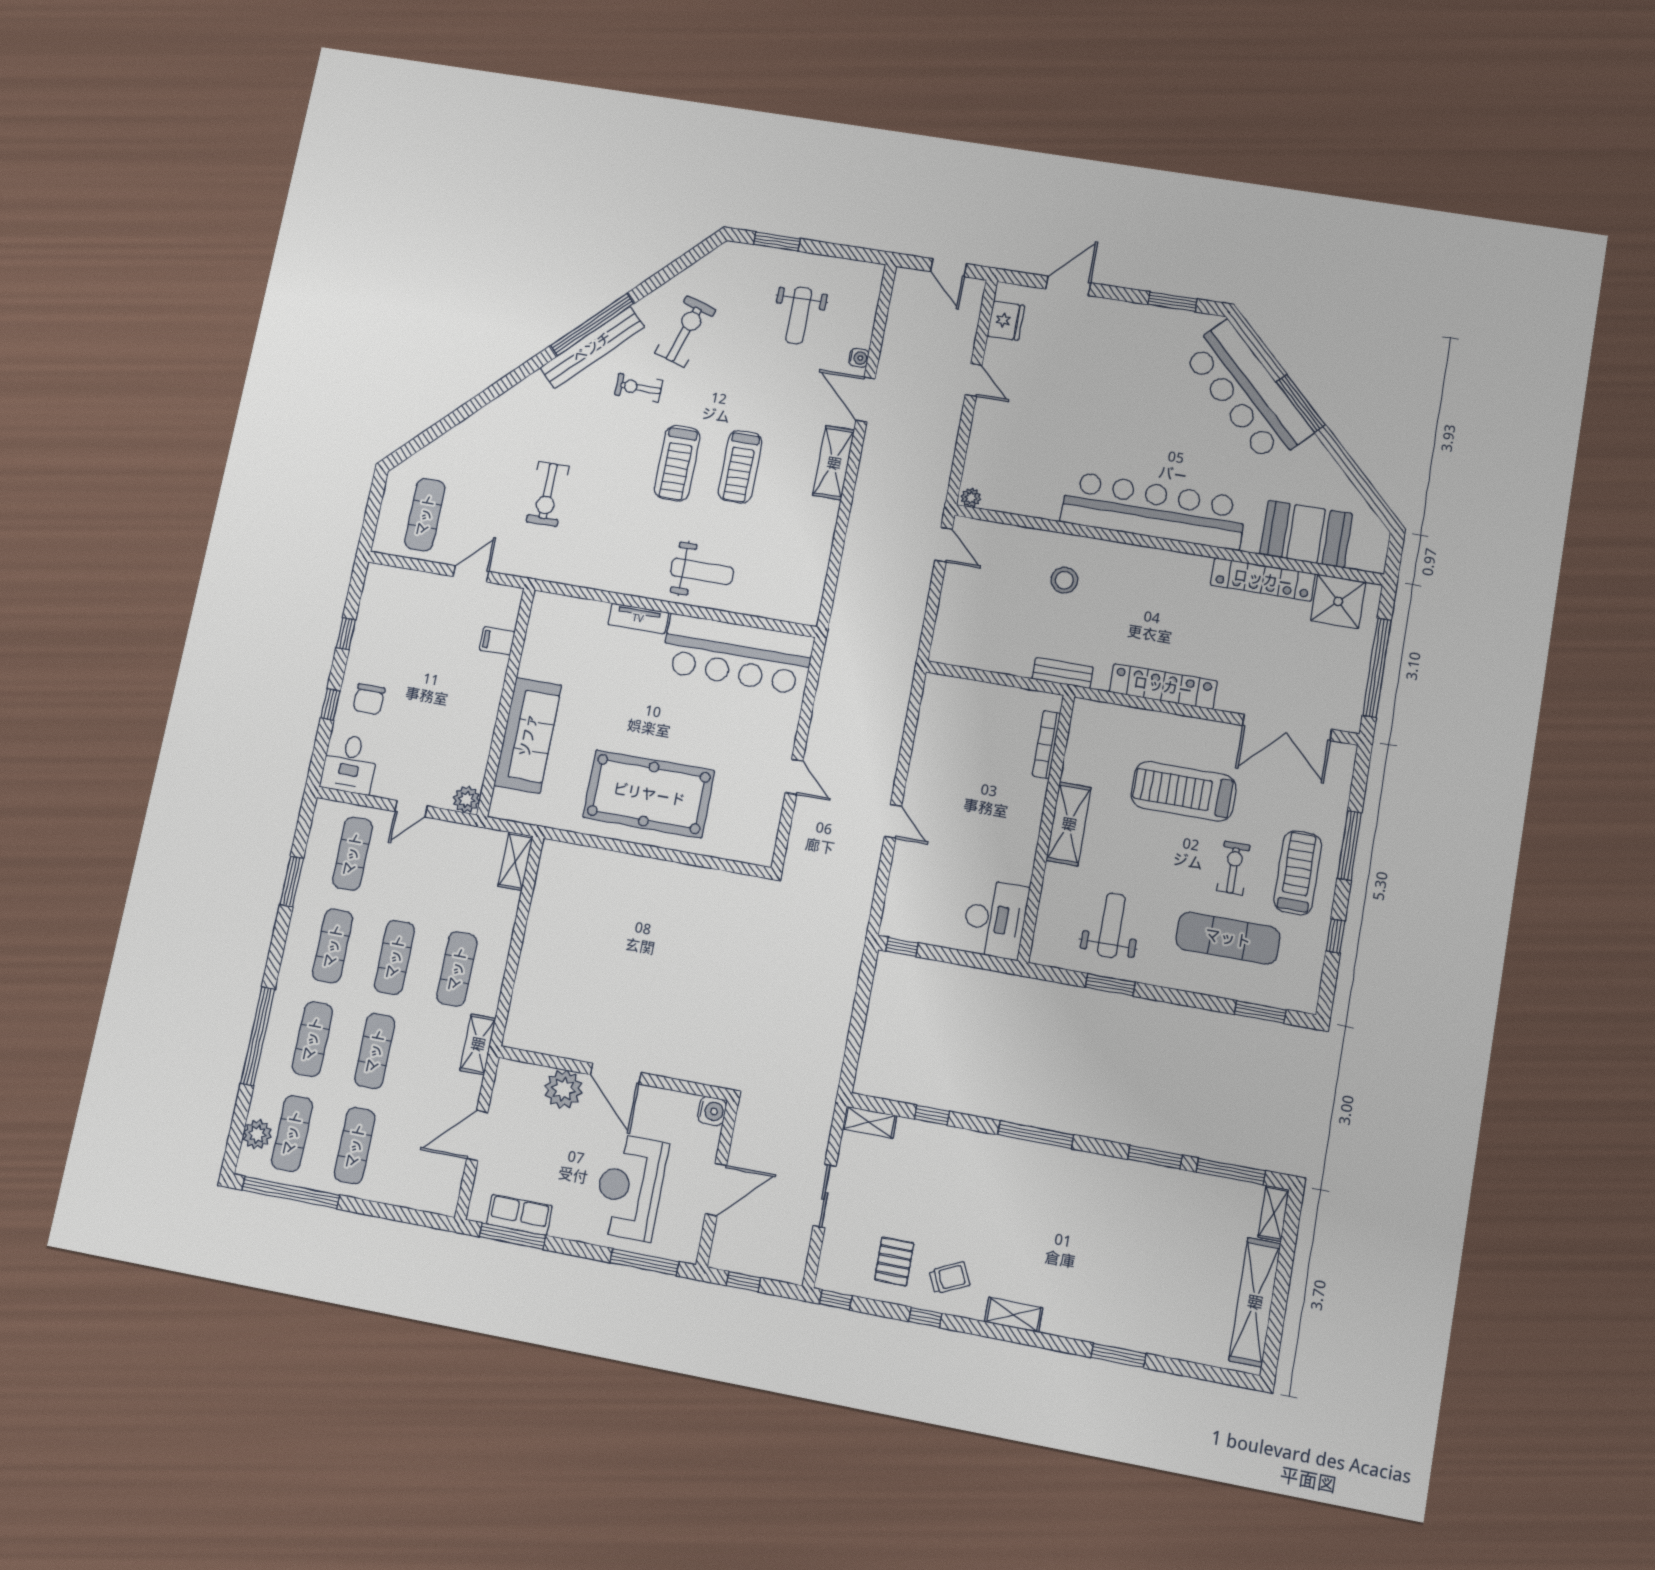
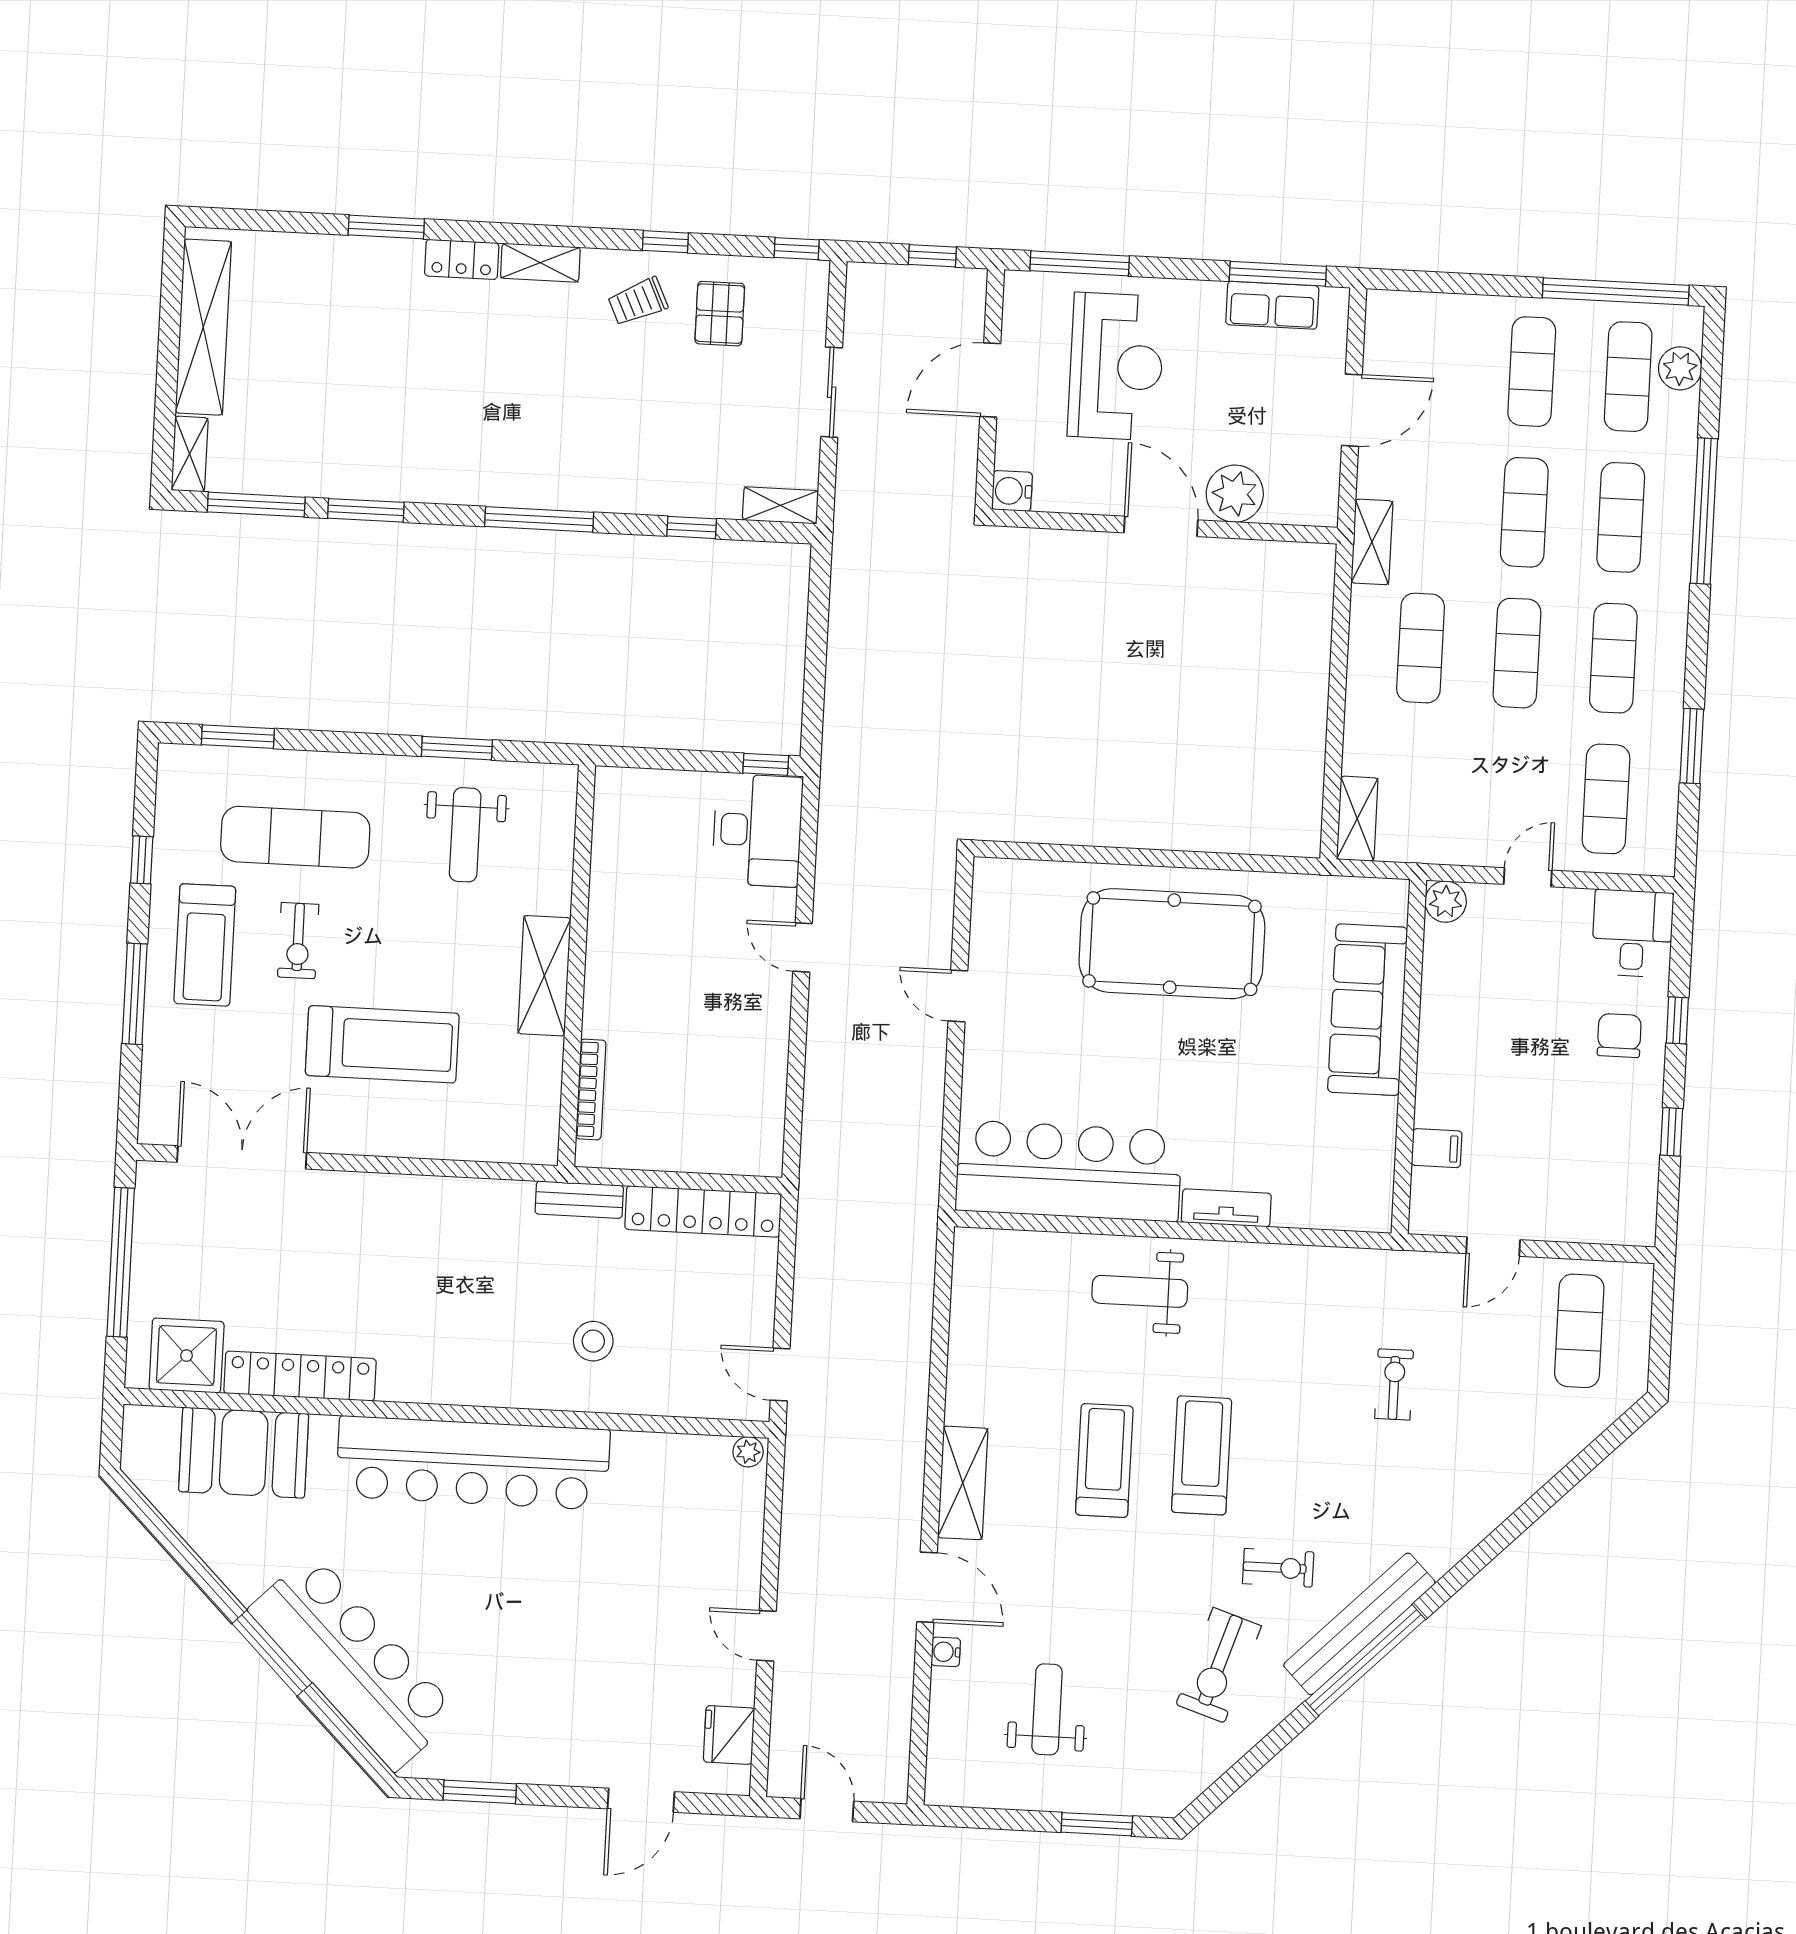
exercise bike: (548, 494) -> (1394, 1384), width x0.73, depth x0.72
locker: (1163, 686) -> (703, 1211), moved
desk: (995, 919) -> (757, 830), moved, turned 180
locker: (1068, 1325) -> (462, 259), added

